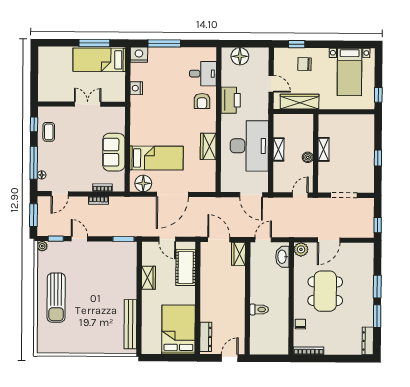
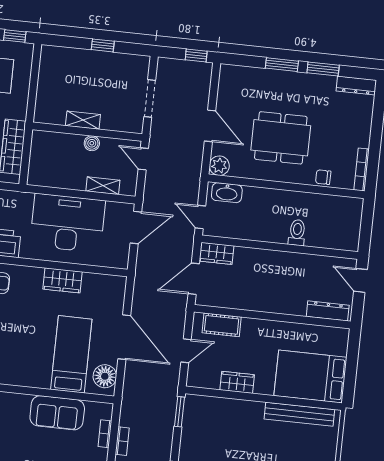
shelving: (278, 149) -> (103, 186), moved
cot: (186, 267) -> (222, 325), width x0.73, depth x0.75
bed: (179, 330) -> (310, 377), moved

